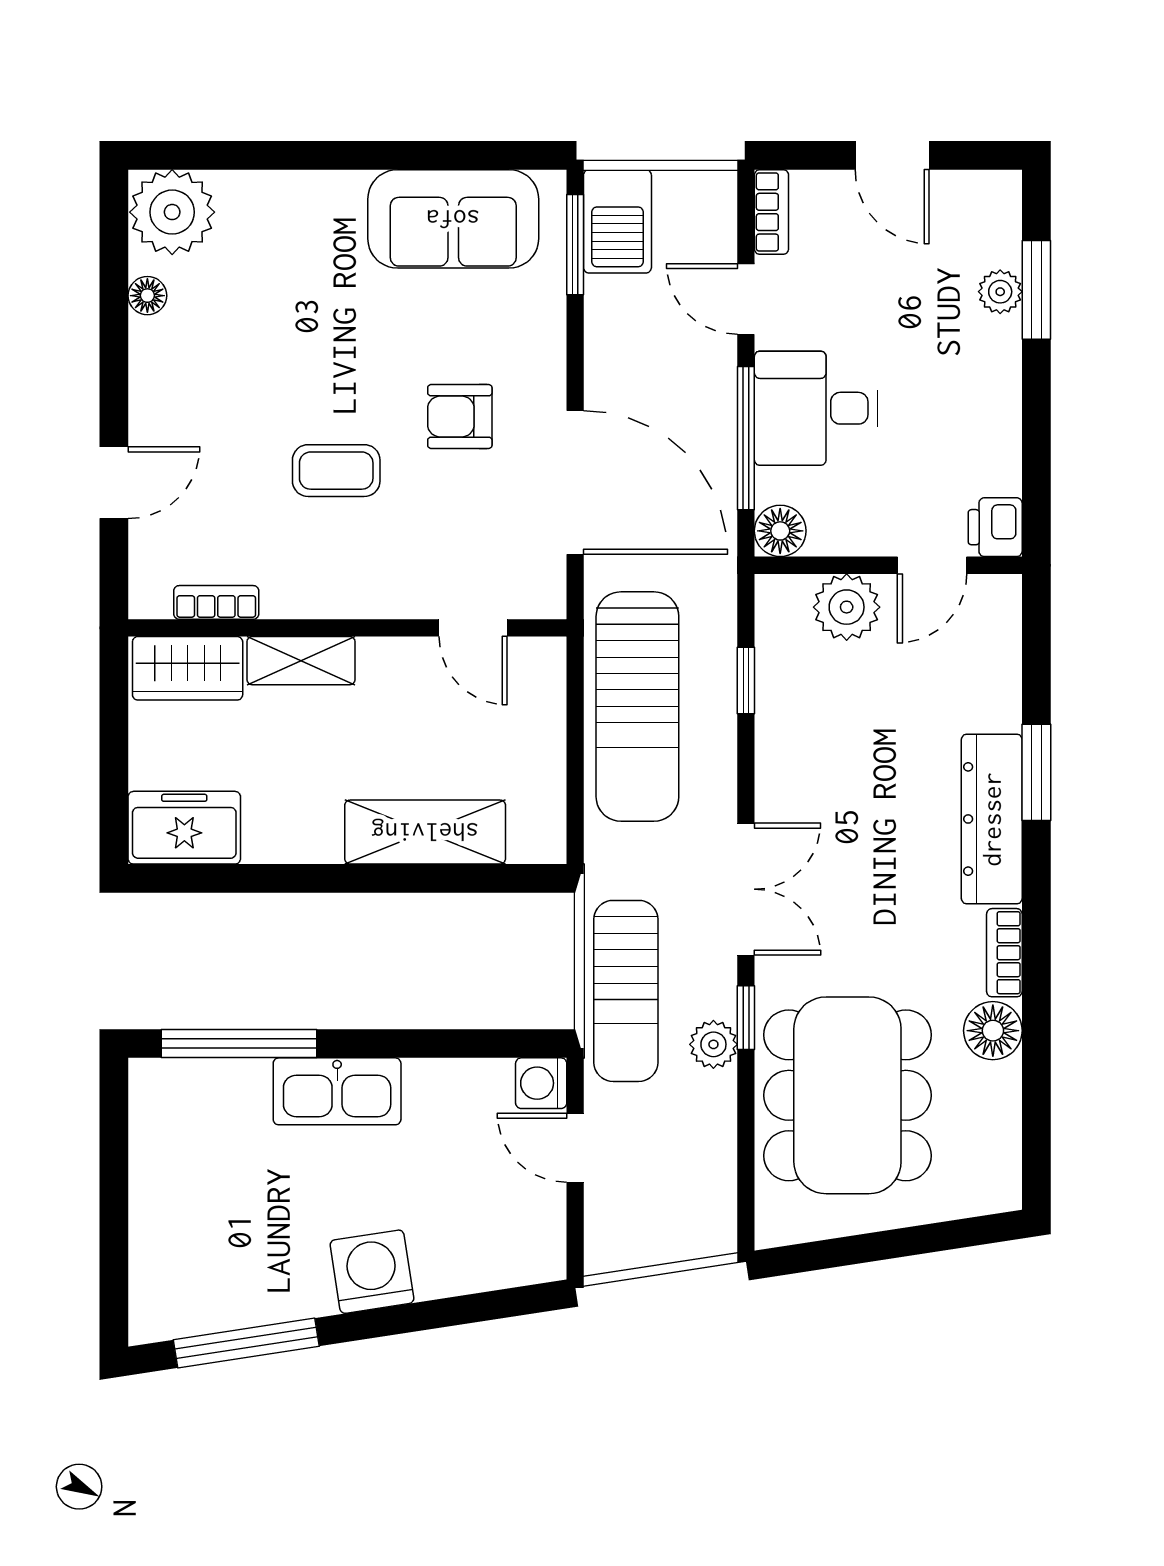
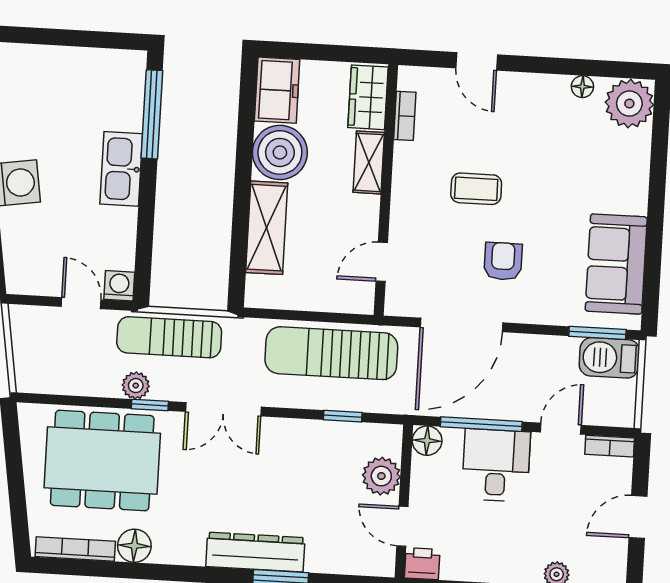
coffee table: (336, 471) -> (476, 189), turned 90
boiler: (293, 816) -> (280, 152), added
bookcase: (1004, 953) -> (75, 549), moved, width x1.56
door: (575, 1148) -> (81, 303), hinge flipped

